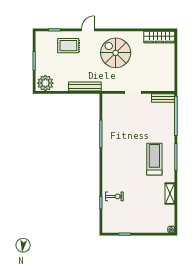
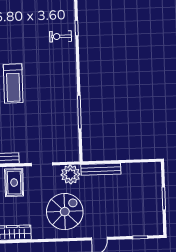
rug: (68, 46) -> (14, 183), moved, turned 90
spiral stairs: (116, 53) -> (65, 212), turned -90
plant: (45, 83) -> (70, 174), moved

